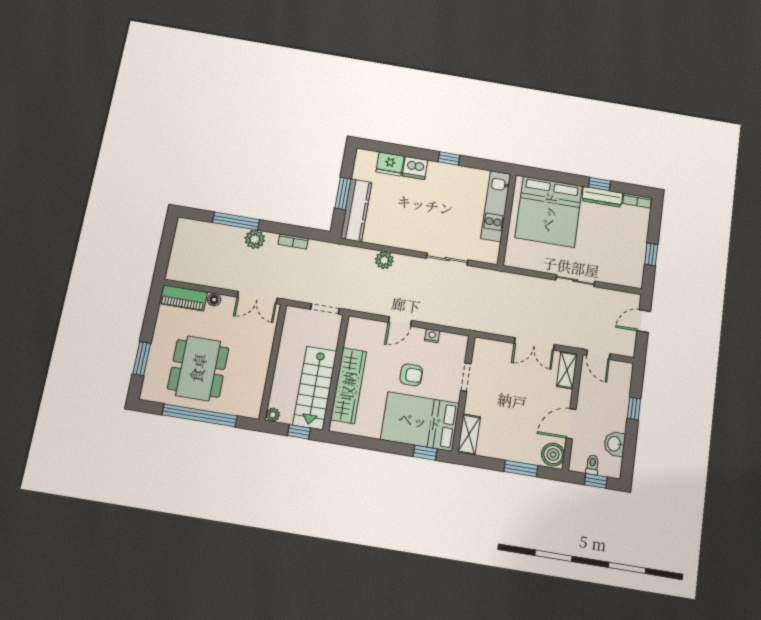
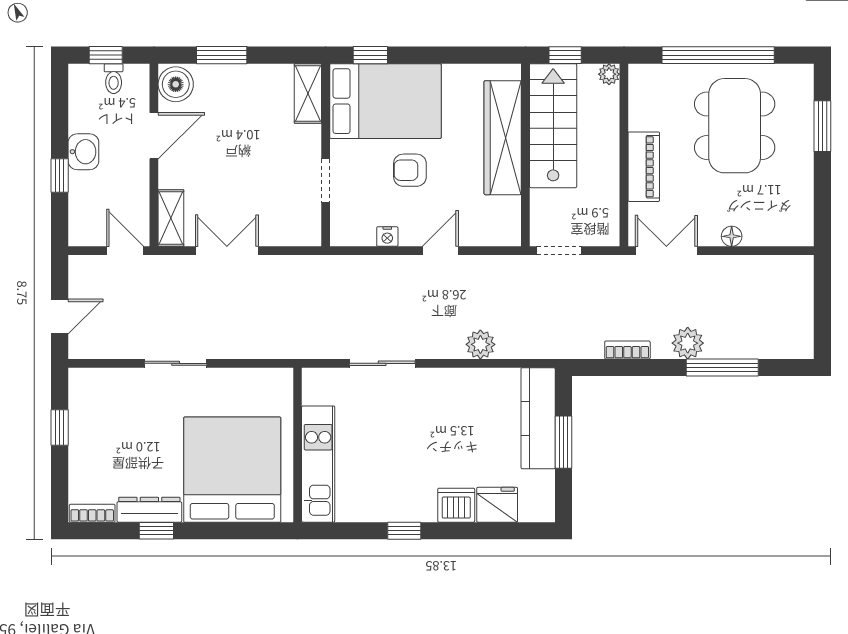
piano: (183, 298) -> (644, 167), moved, turned 90
washbasin: (615, 444) -> (83, 152), moved

